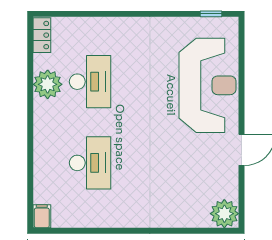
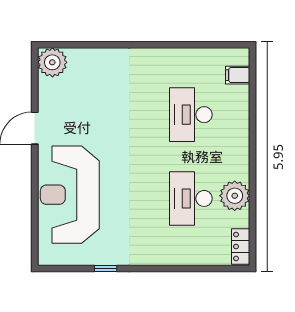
window: (211, 14) -> (106, 268), moved
filing cabinet: (42, 216) -> (238, 75), moved, turned 90

